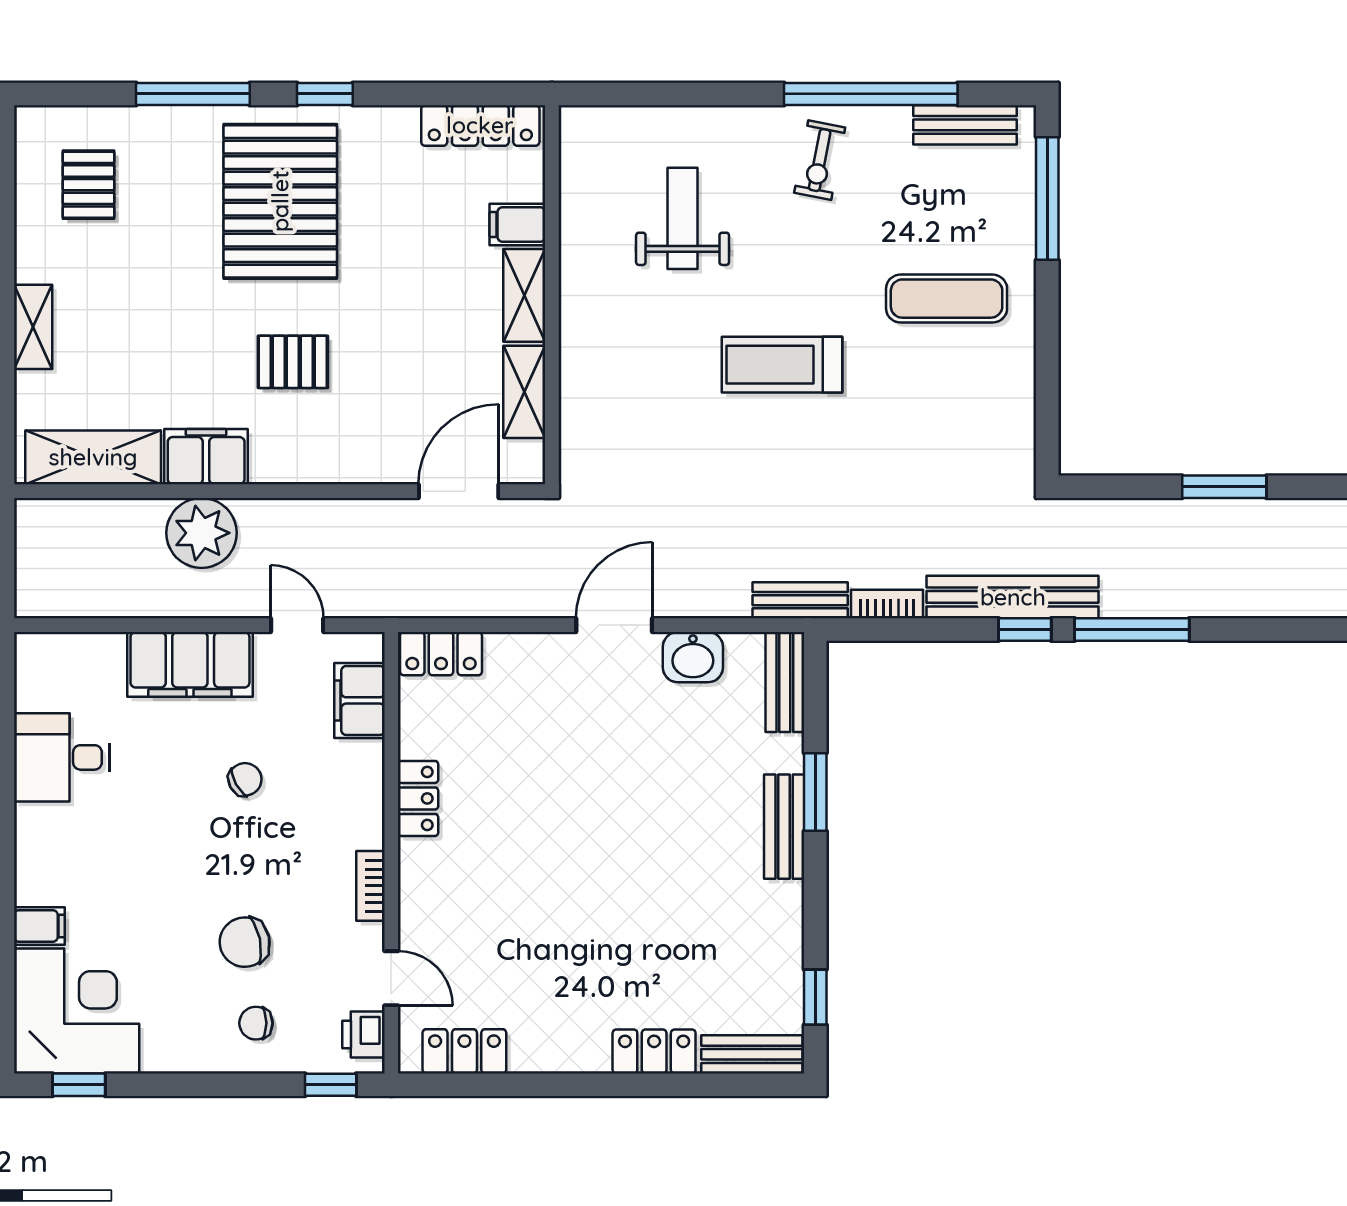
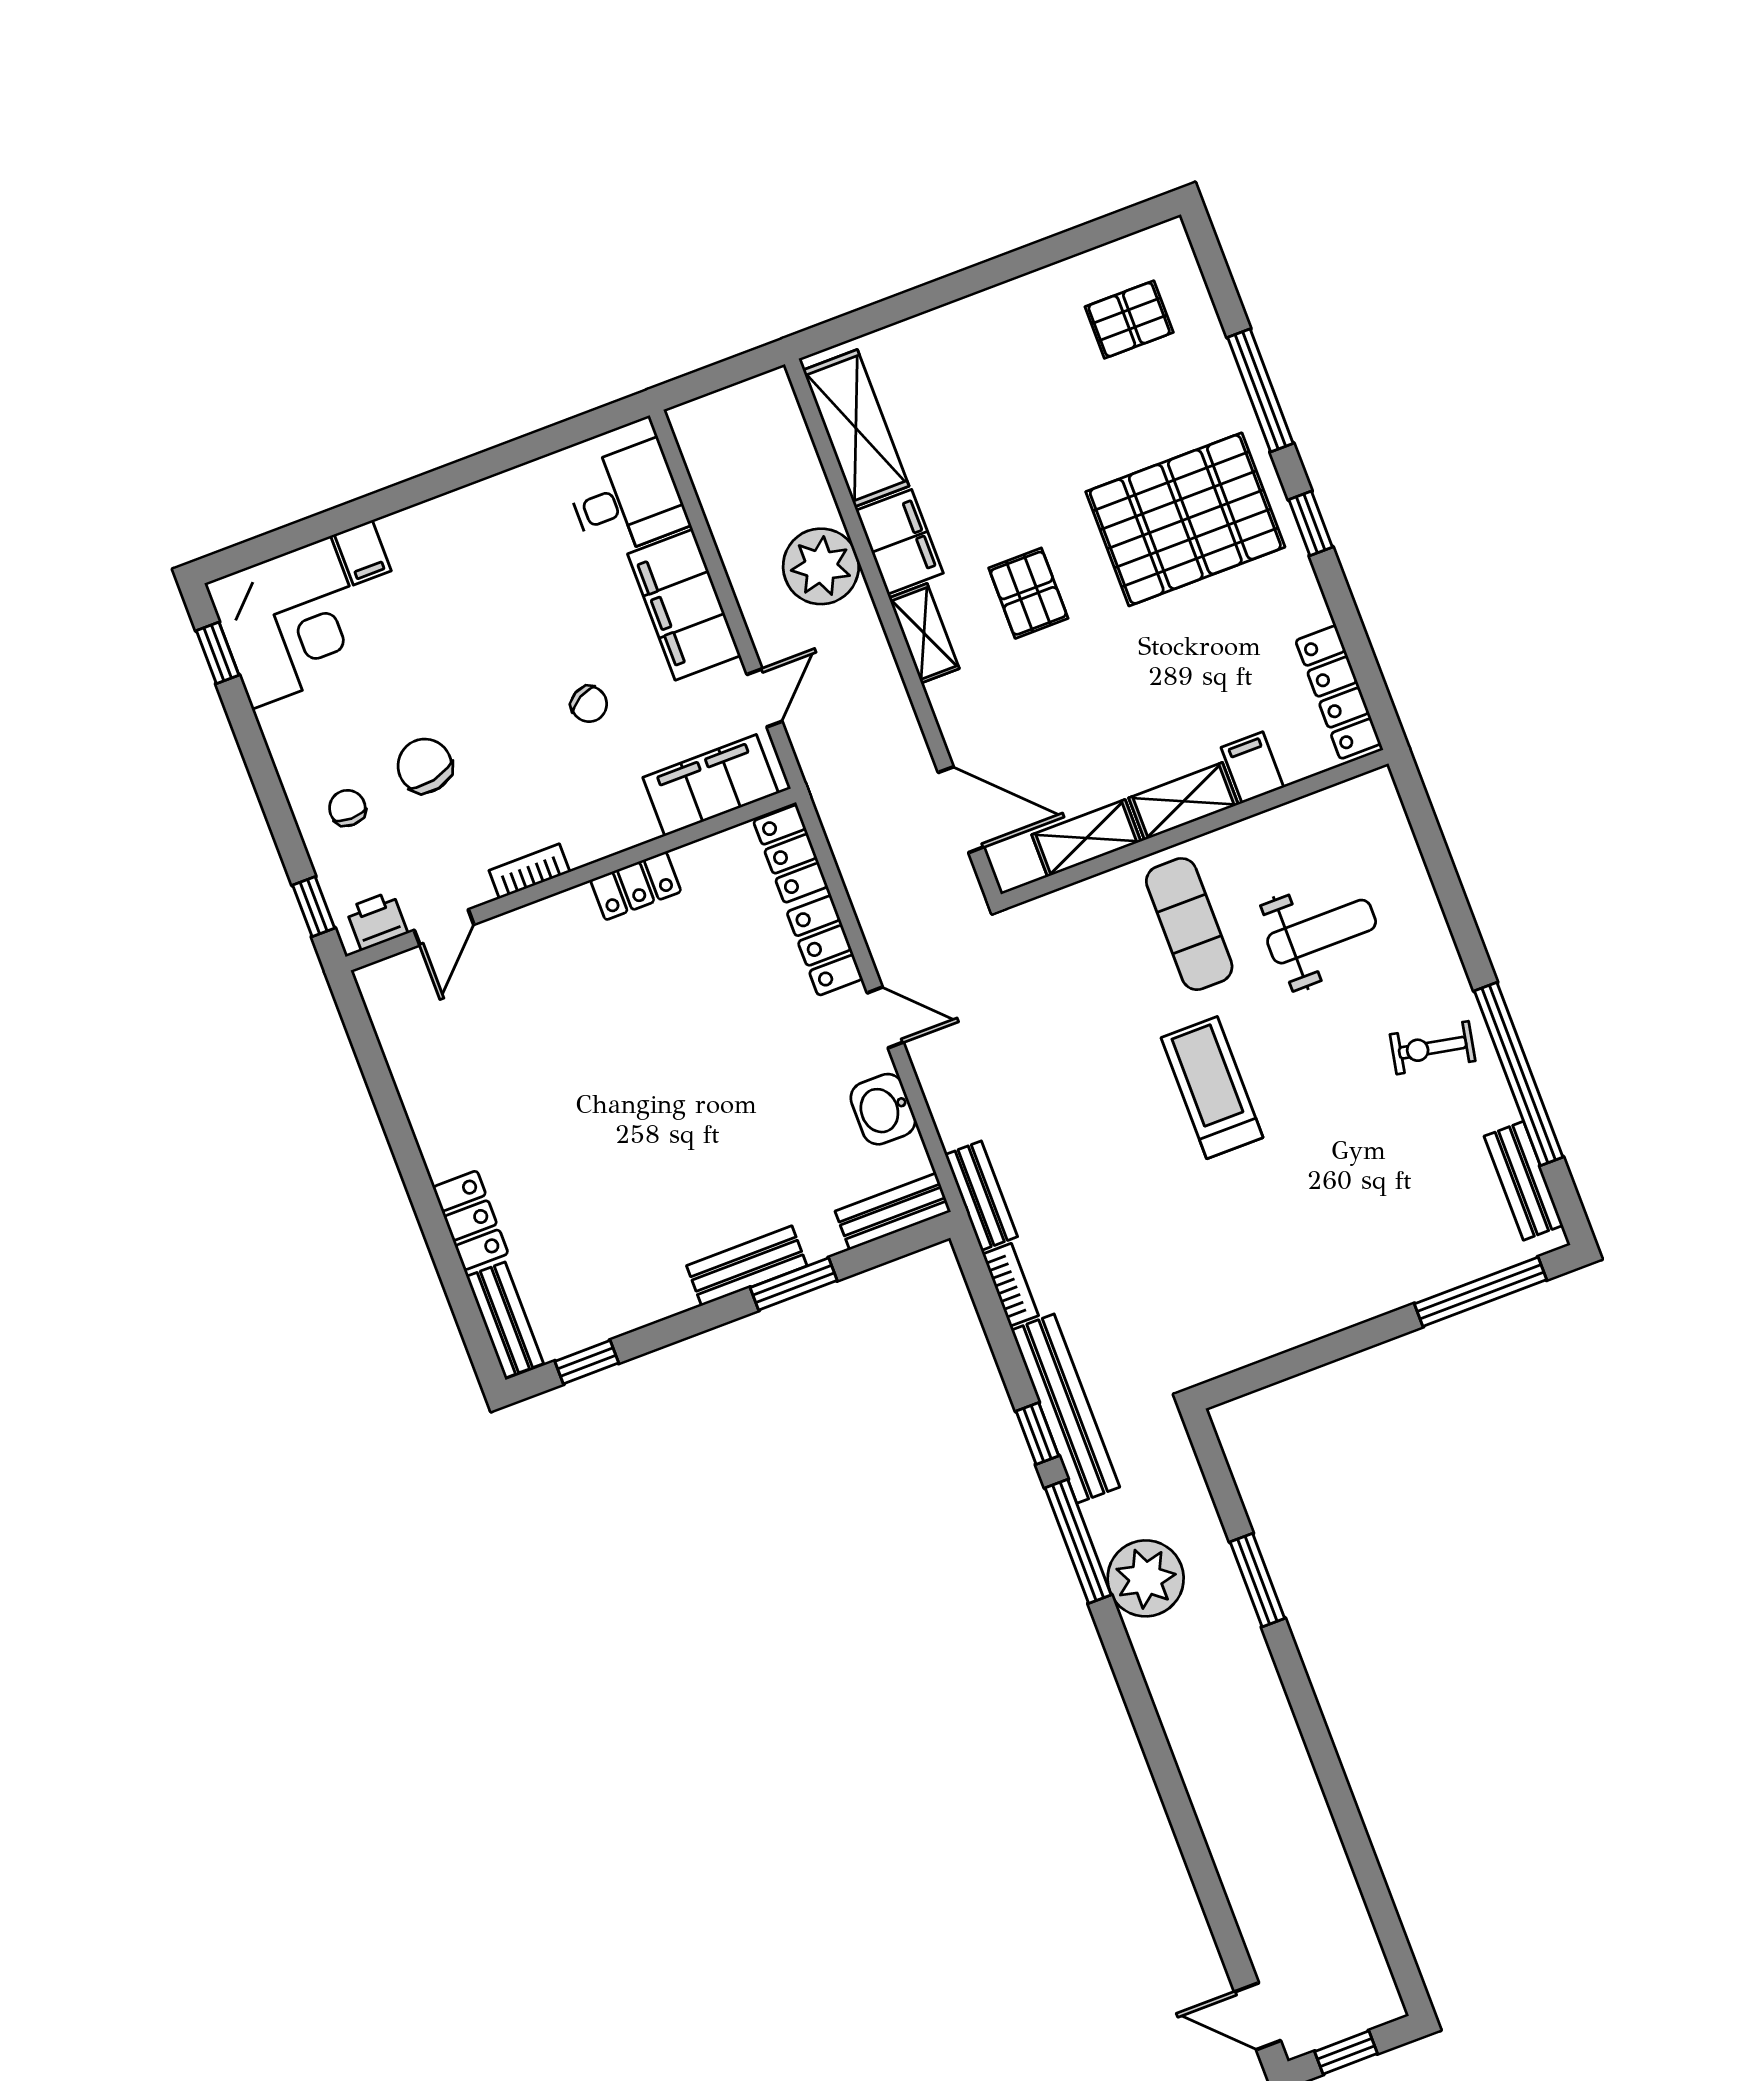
exercise mat: (947, 299) -> (1189, 924), moved
shelving: (33, 327) -> (924, 633), moved, turned 90
plant: (1186, 583) -> (1146, 1578), added
door: (614, 625) -> (885, 1018), width x0.73
filing cabinet: (359, 700) -> (711, 785), width x1.50, depth x1.17
desk: (62, 757) -> (627, 499), moved, turned 90
locker: (464, 1051) -> (825, 945), moved, turned 180

